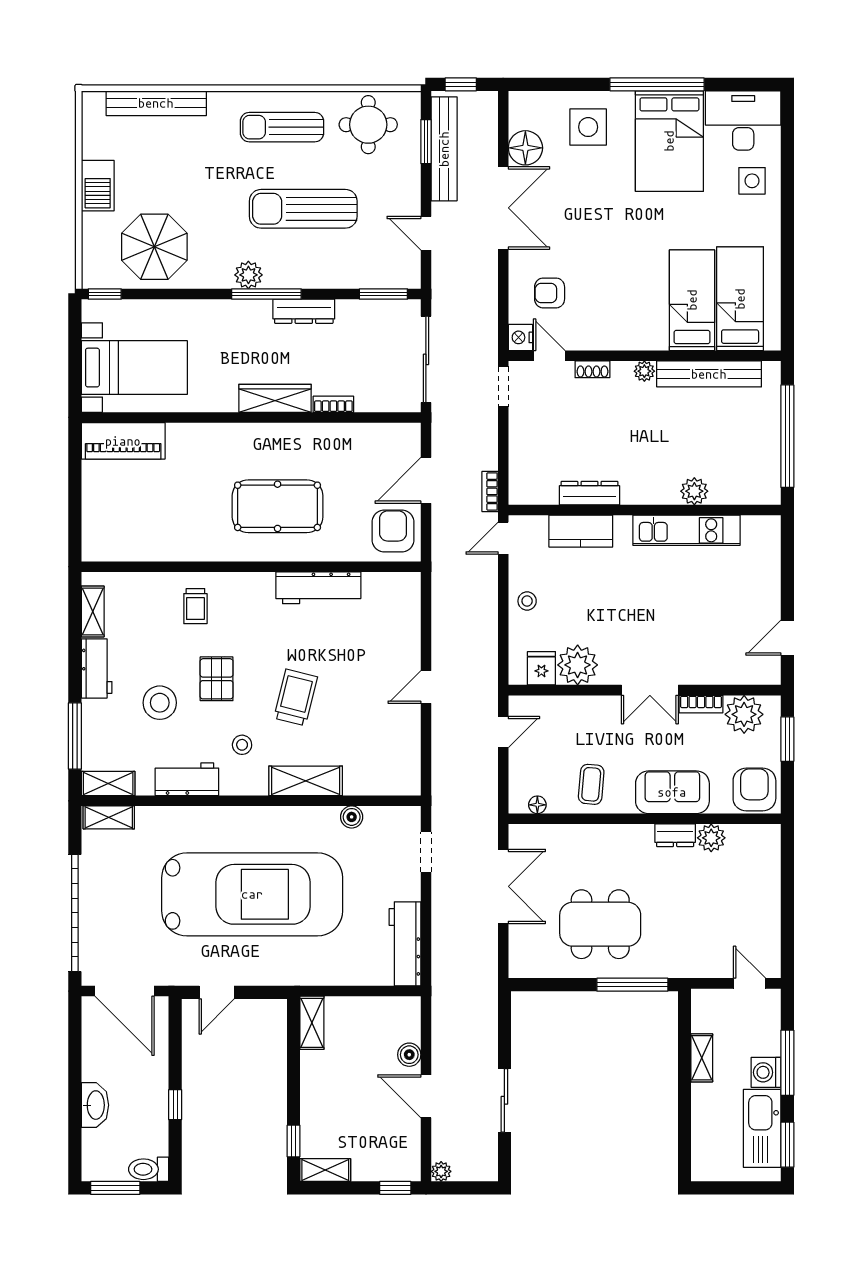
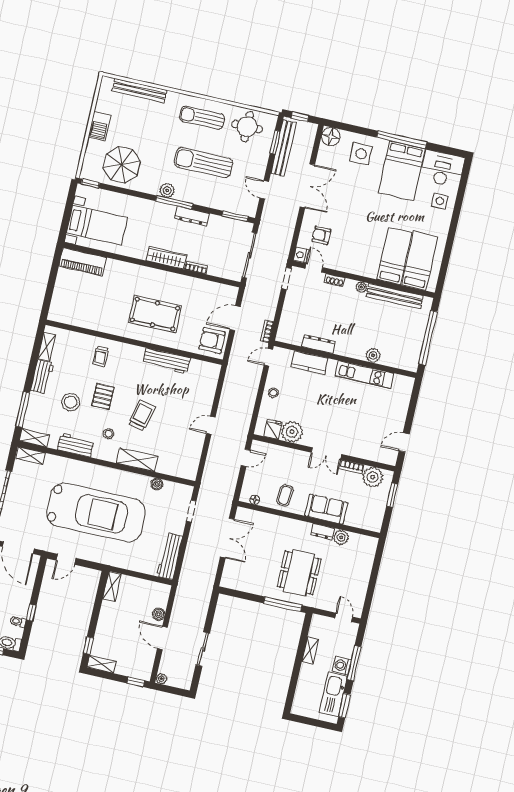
floor lamp: (525, 148) -> (331, 136), moved
armchair: (393, 531) -> (212, 340), turned -90
armchair: (754, 790) -> (369, 517), removed
dining table: (600, 924) -> (299, 573), moved, turned 90
toilet: (155, 1126) -> (18, 621), added

